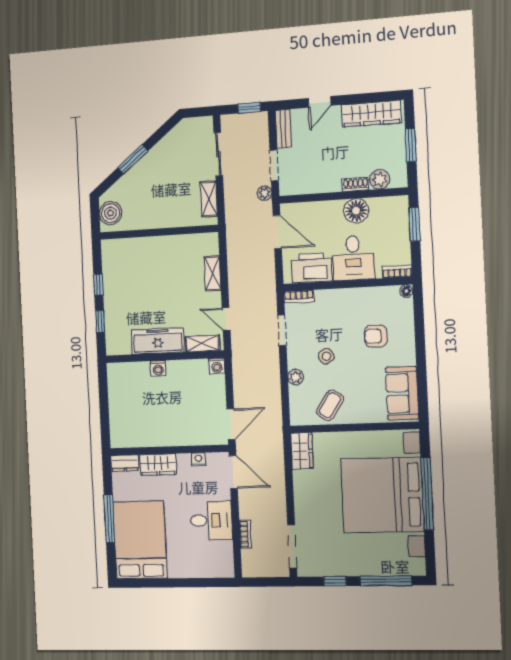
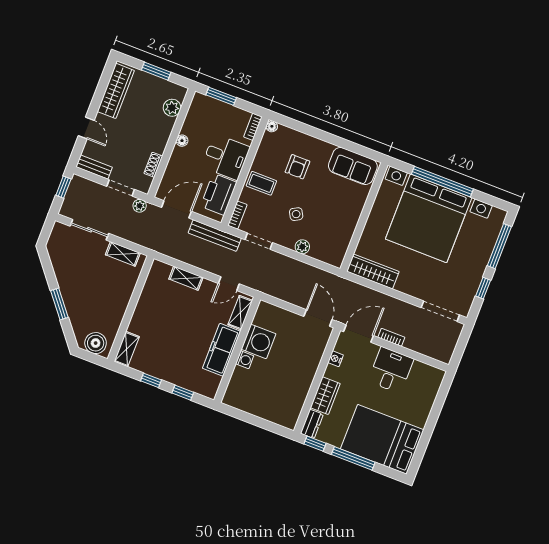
shoe rack: (355, 185) -> (153, 165), moved
floor lamp: (356, 211) -> (182, 141), width x0.53, depth x0.53
shelving: (118, 246) -> (127, 349), added
bench: (268, 283) -> (215, 236), added
washing machine: (217, 366) -> (259, 341), moved, width x1.89, depth x1.89
coffee table: (330, 405) -> (261, 183), moved, turned -34
wardrobe: (302, 451) -> (373, 271), width x1.50
window: (107, 474) -> (315, 444), added
bookcase: (245, 534) -> (391, 337), moved

